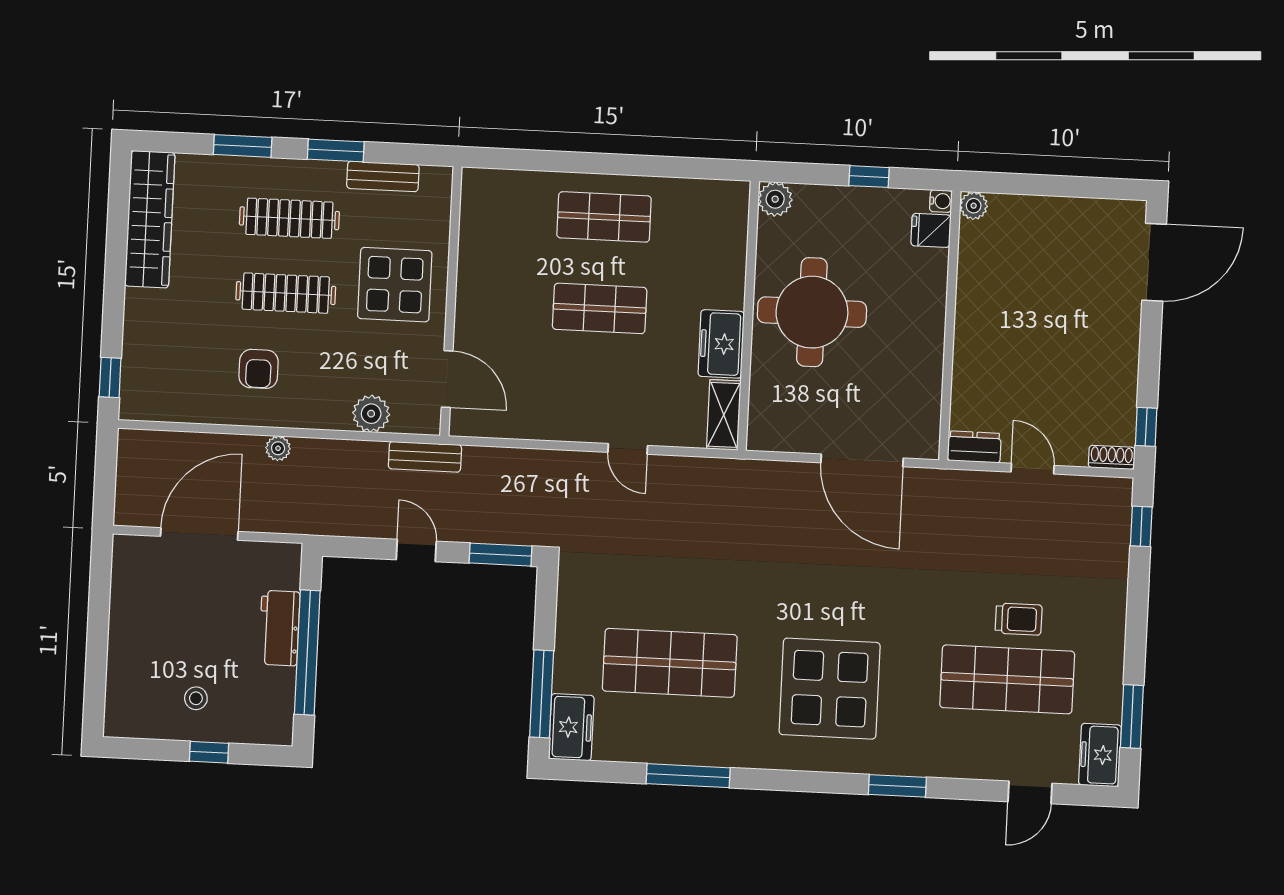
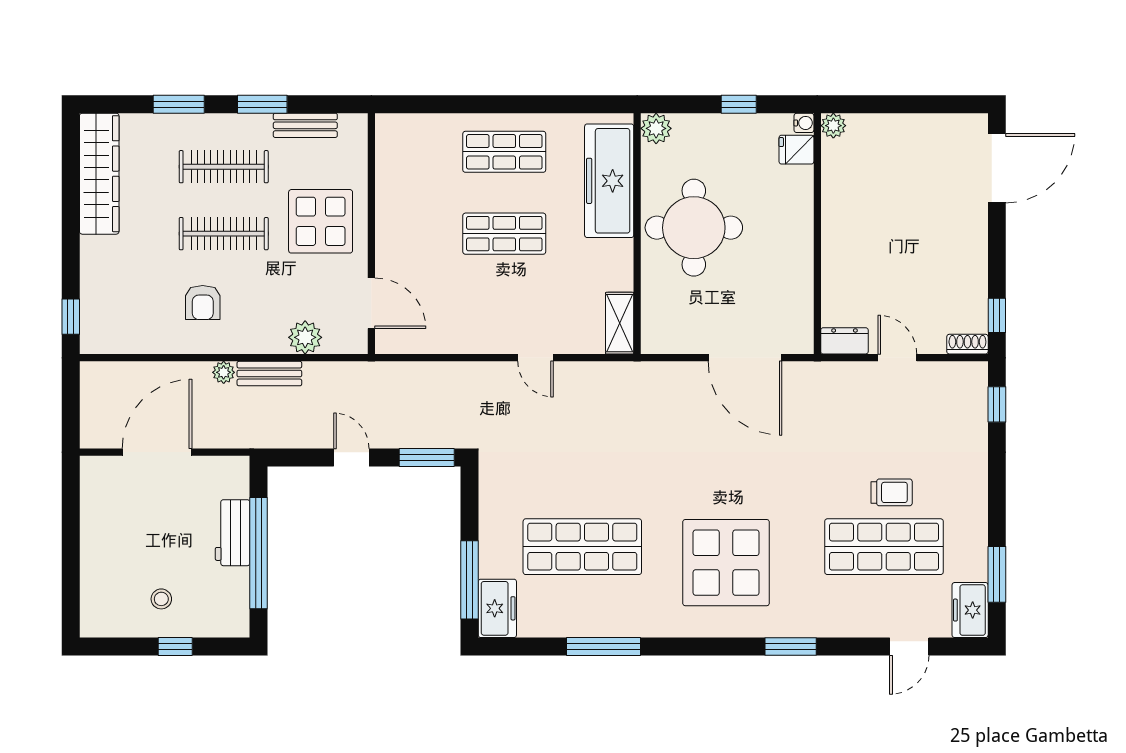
freezer: (721, 344) -> (609, 181), moved, width x1.91, depth x1.26
bench: (425, 457) -> (269, 374), moved

